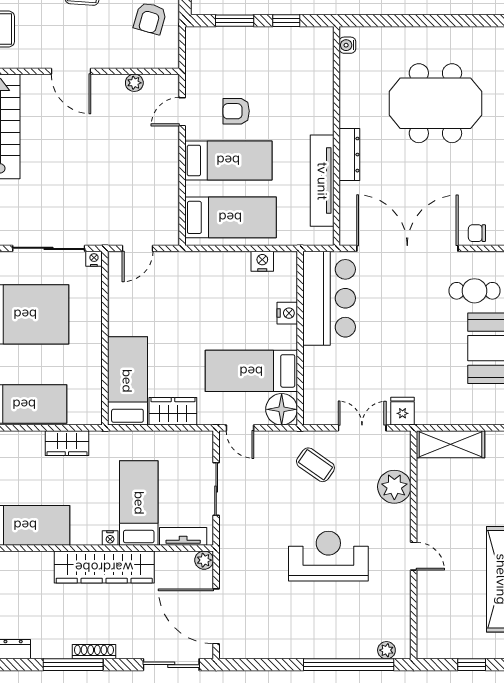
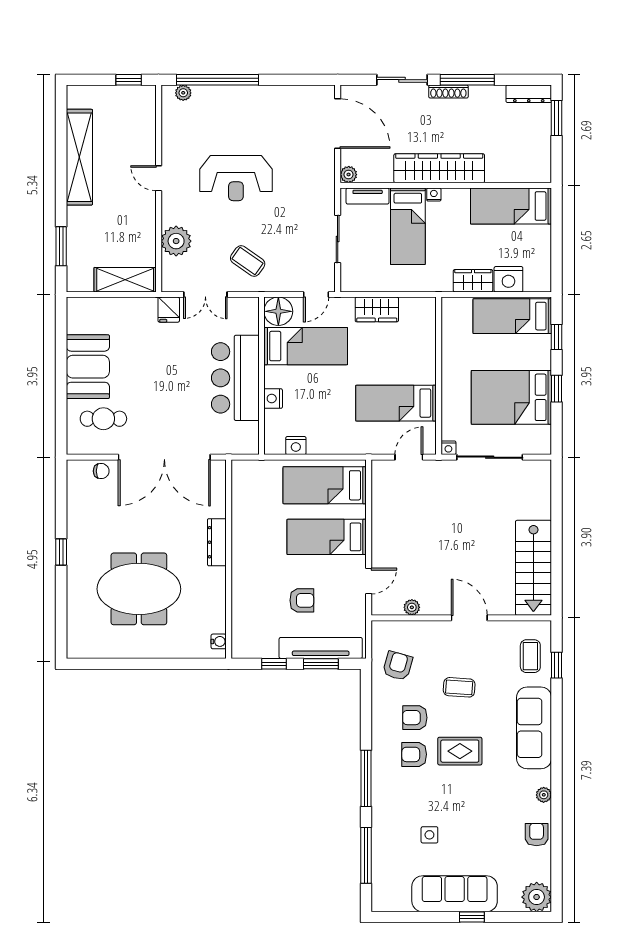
armchair: (236, 111) -> (302, 600), moved
tv unit: (322, 181) -> (321, 648), moved, turned -90
bar counter: (329, 298) -> (235, 378), moved
bed: (127, 381) -> (396, 403), moved, turned 90
door: (240, 428) -> (316, 295), swing flipped
nightstand: (28, 445) -> (508, 279), added
sliding door: (171, 665) -> (402, 80), moved
window: (472, 665) -> (129, 80), moved

